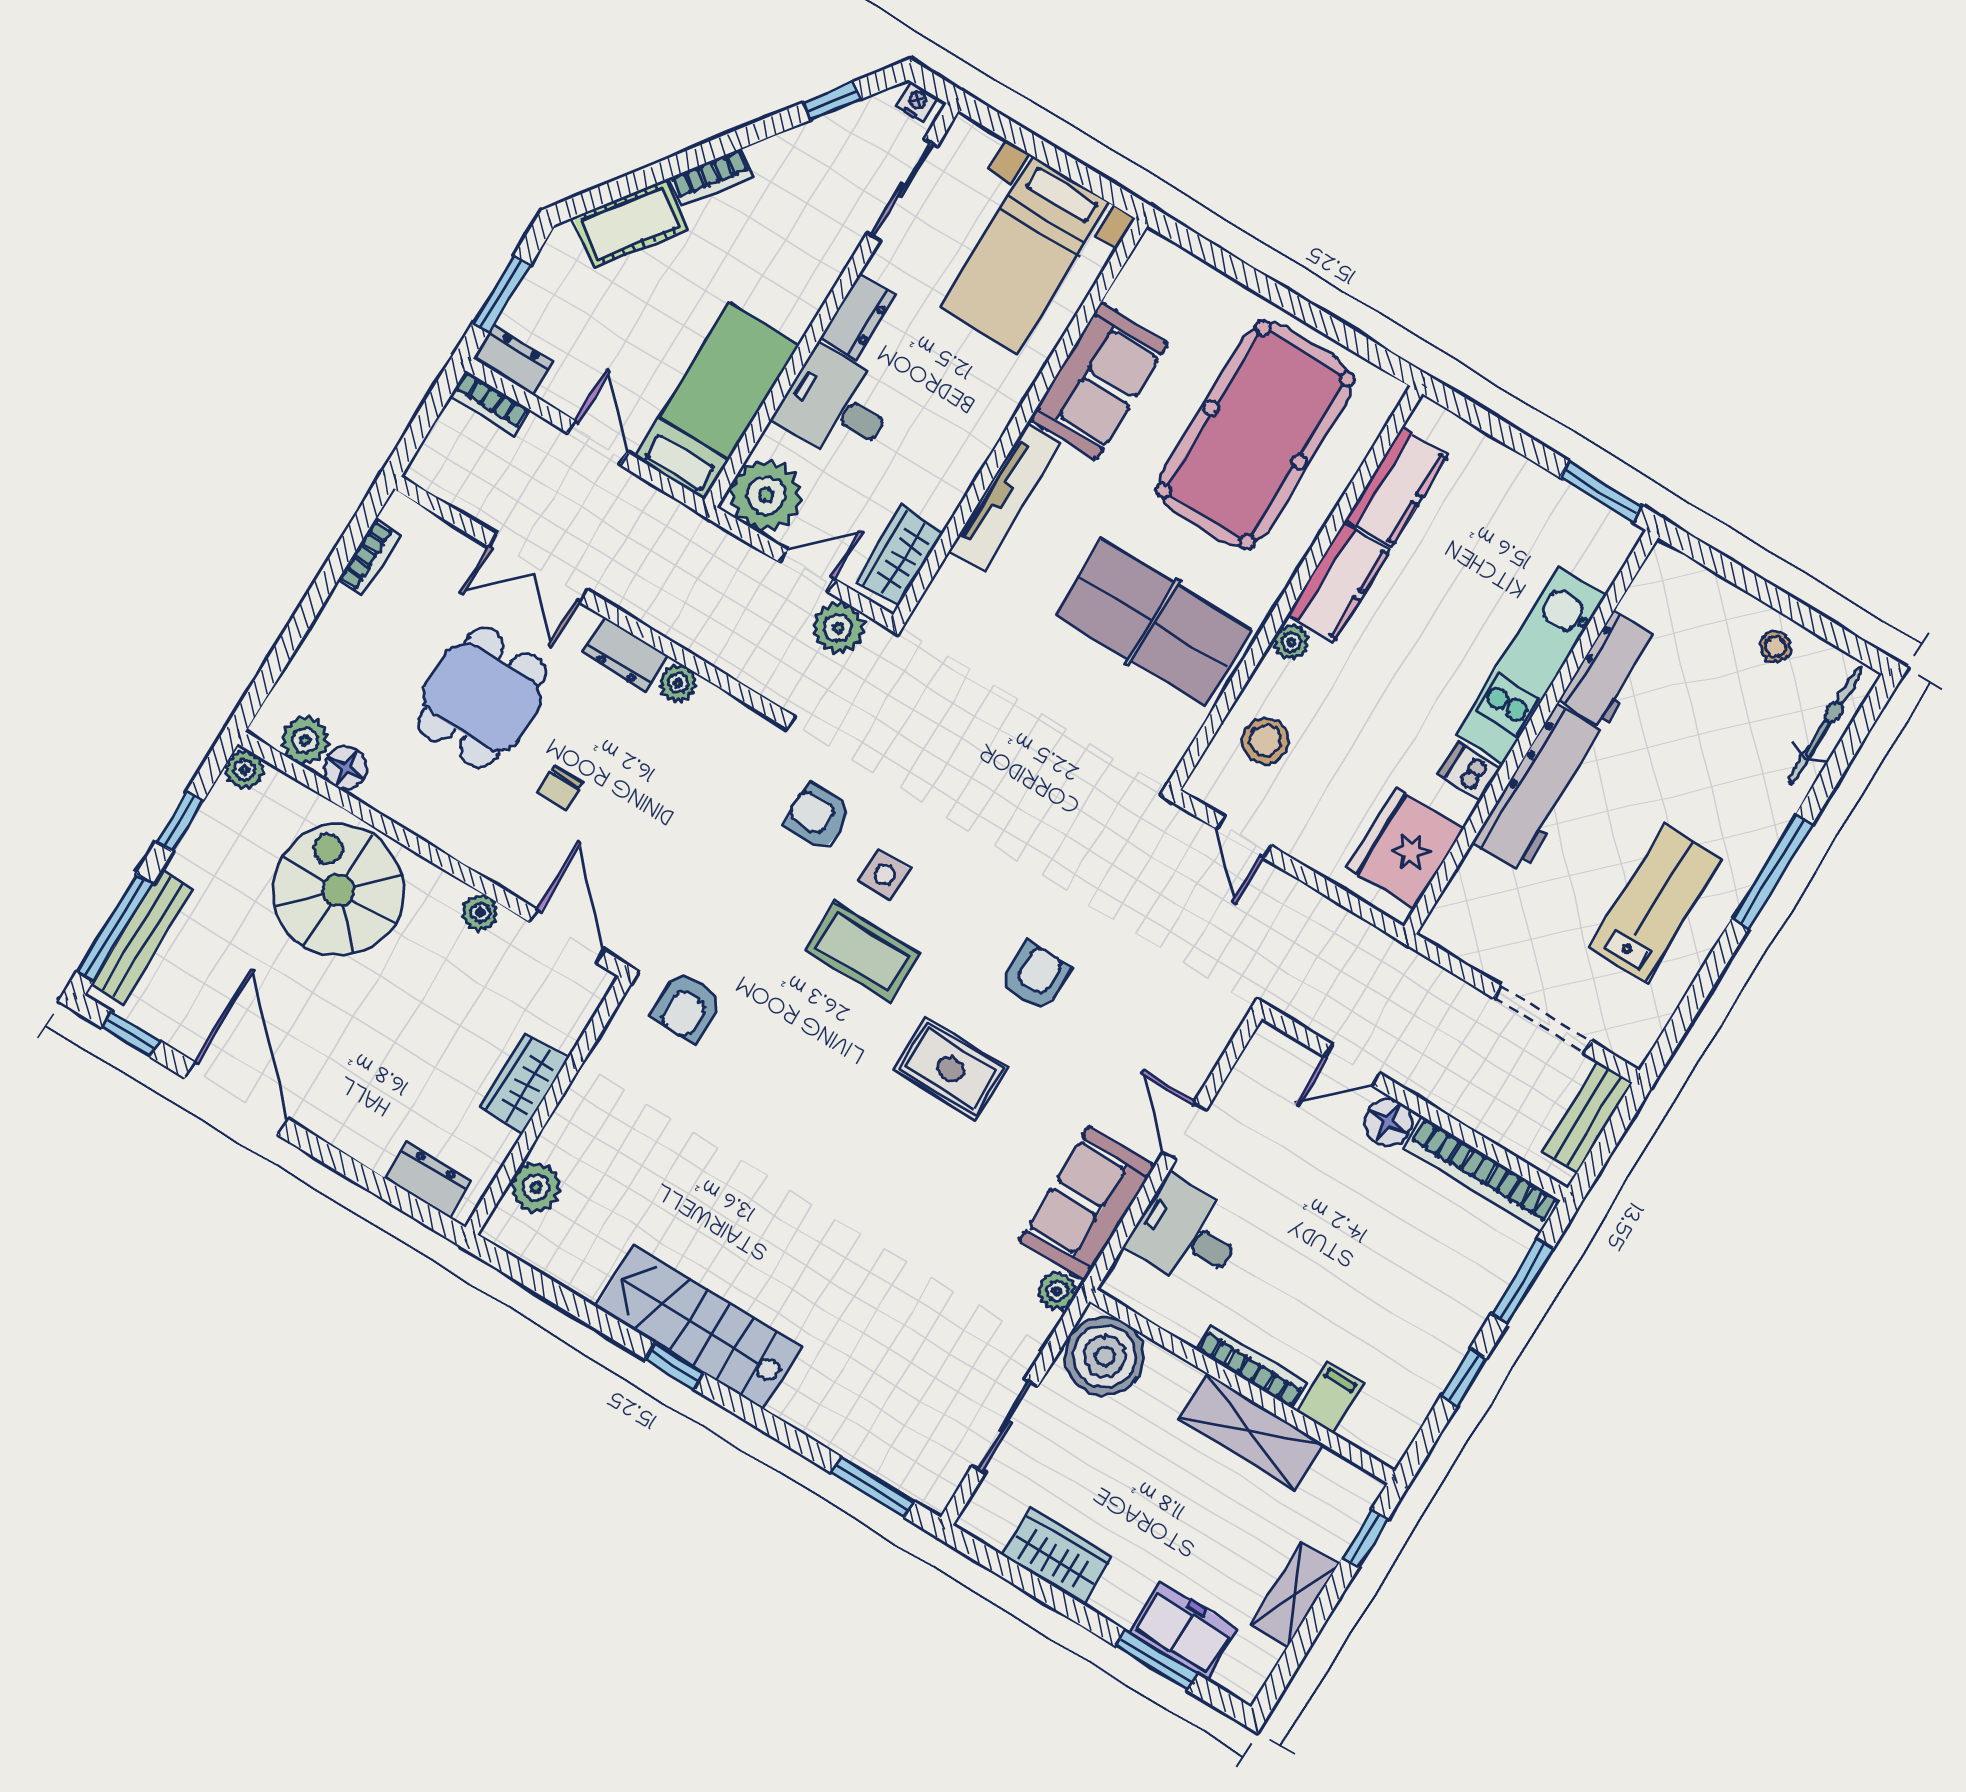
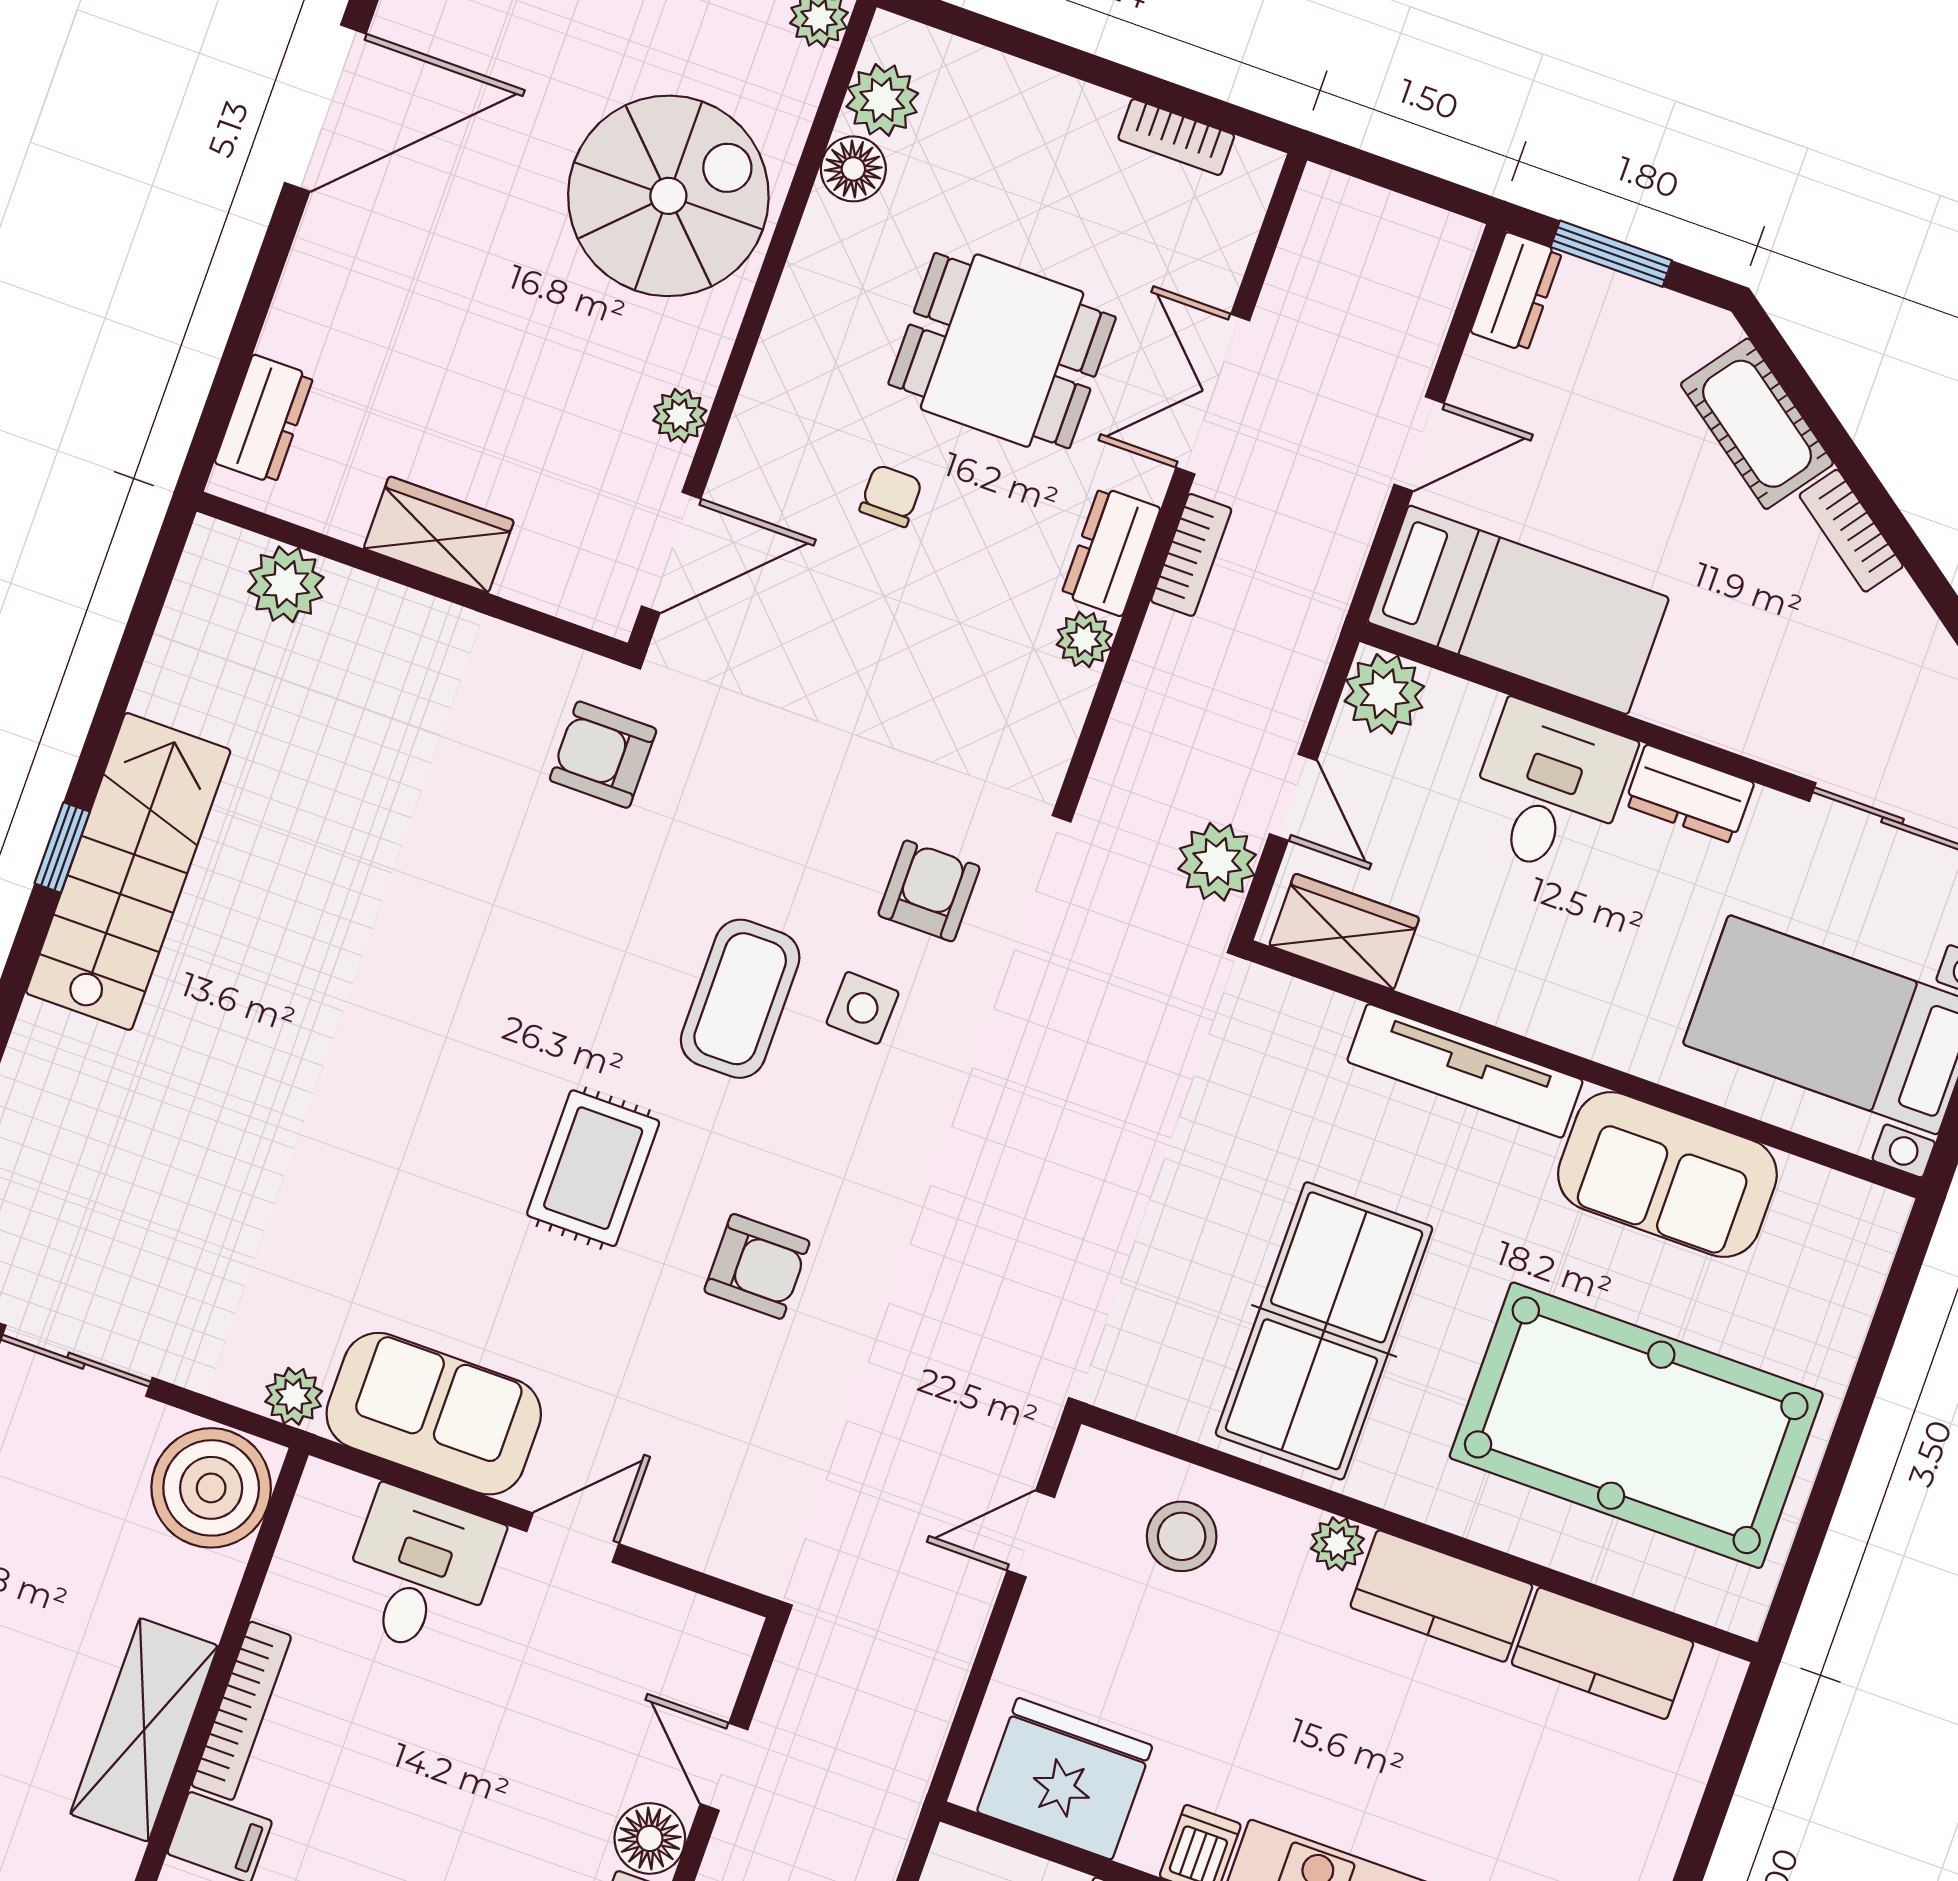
bookcase: (490, 403) -> (1191, 555), moved, turned 180
plant: (766, 495) -> (1384, 694), width x0.73, depth x0.73
chair: (560, 788) -> (891, 496), turned 90

